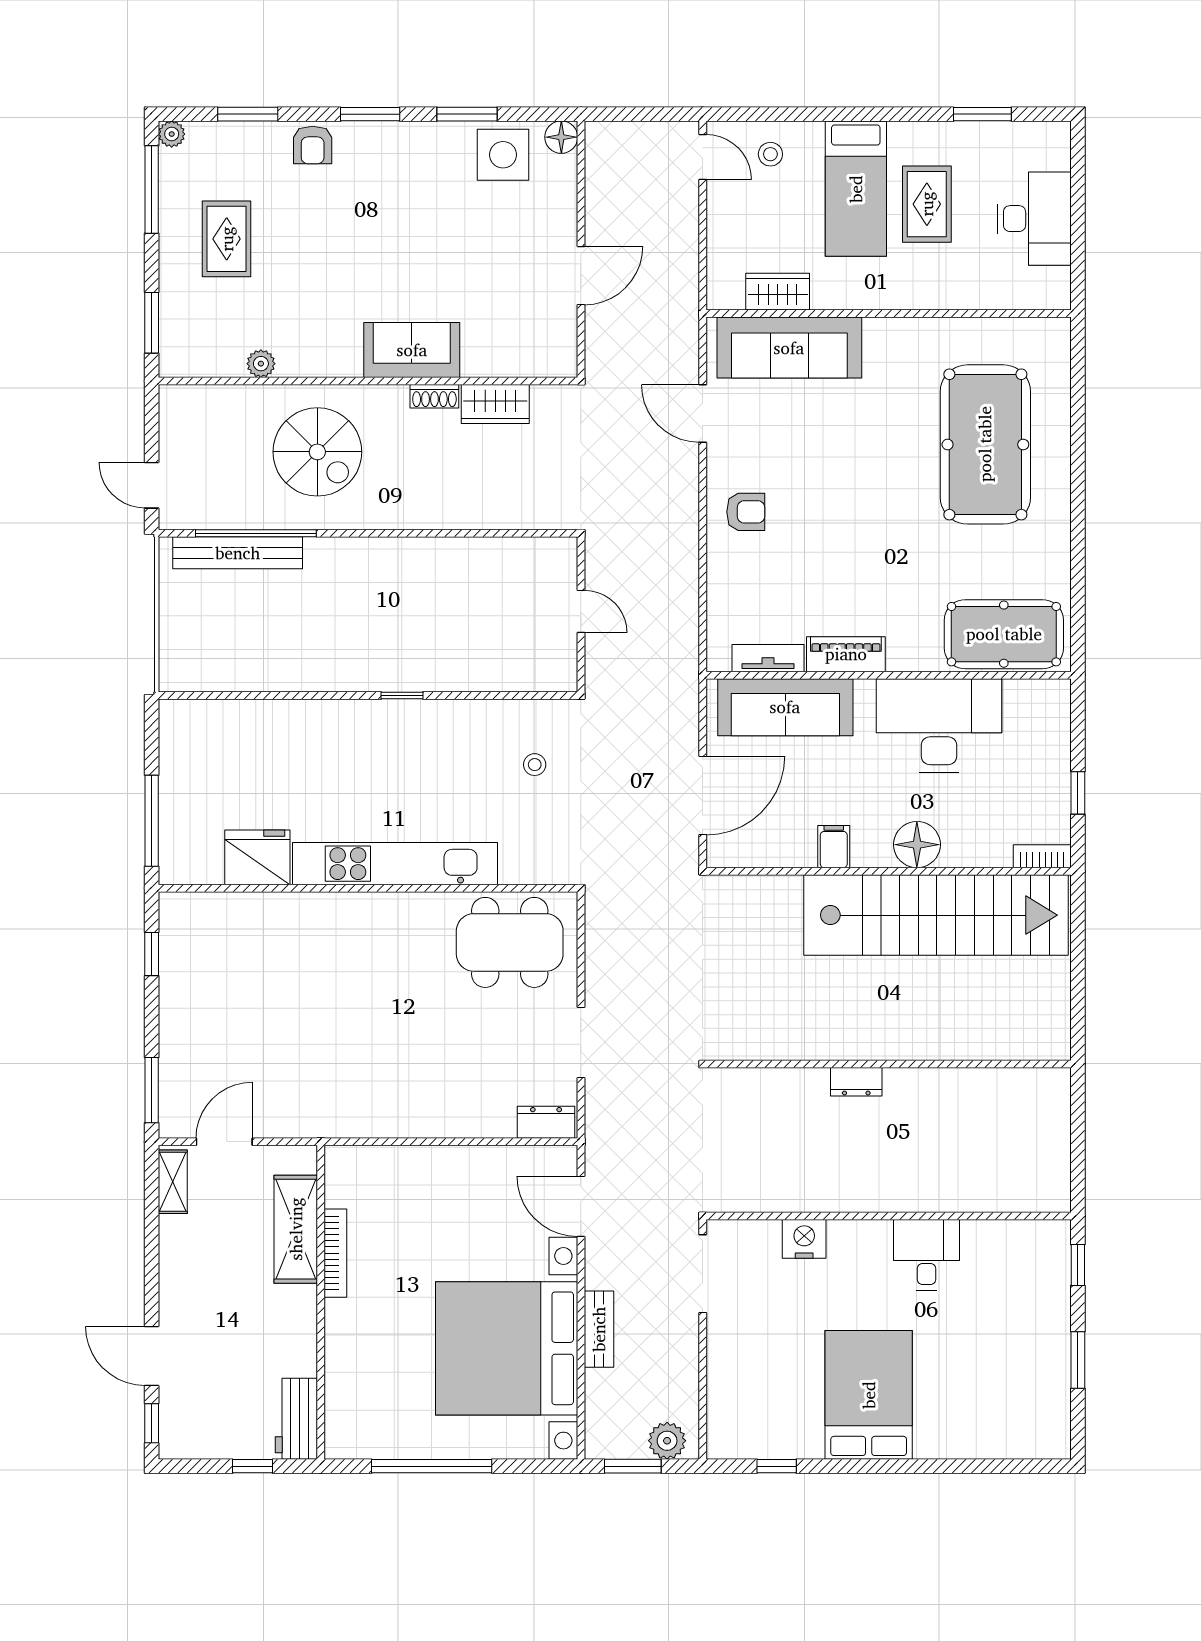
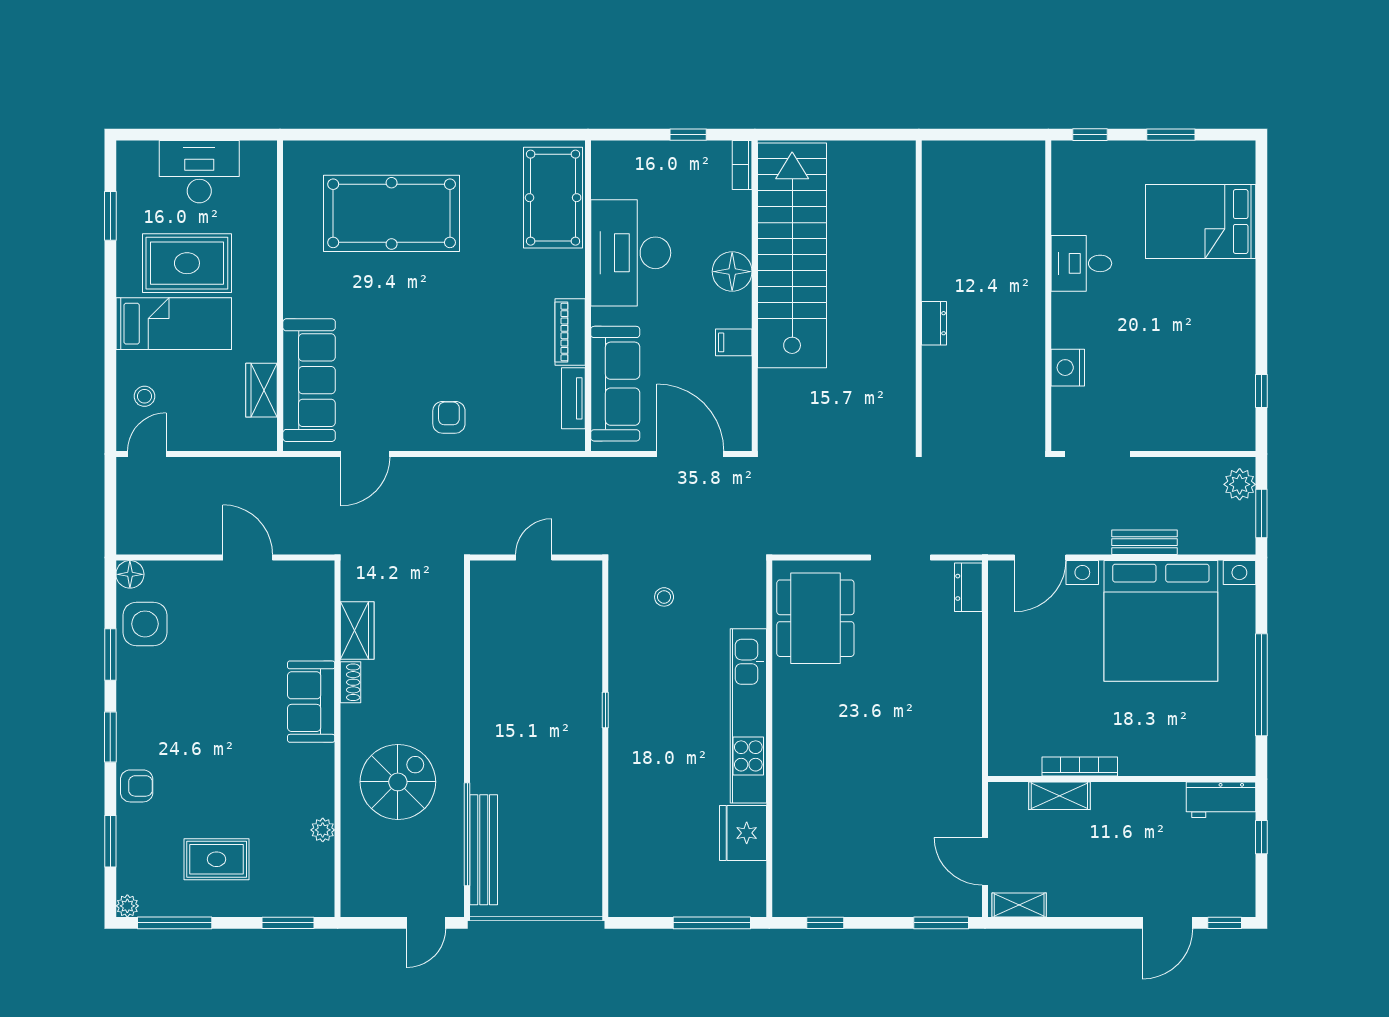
rug: (927, 204) -> (187, 263), width x1.36, depth x1.43
shelving: (296, 1229) -> (1059, 796), width x0.67, depth x0.75
bed: (869, 1395) -> (1201, 221), moved

